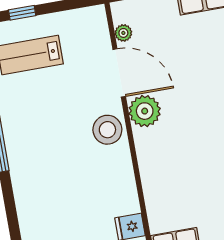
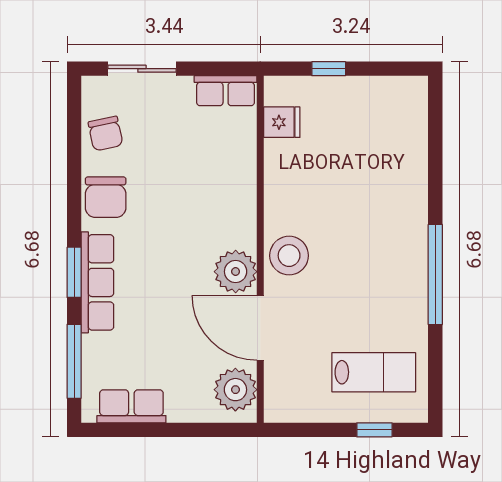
plant: (123, 33) -> (235, 390), width x1.88, depth x1.88

